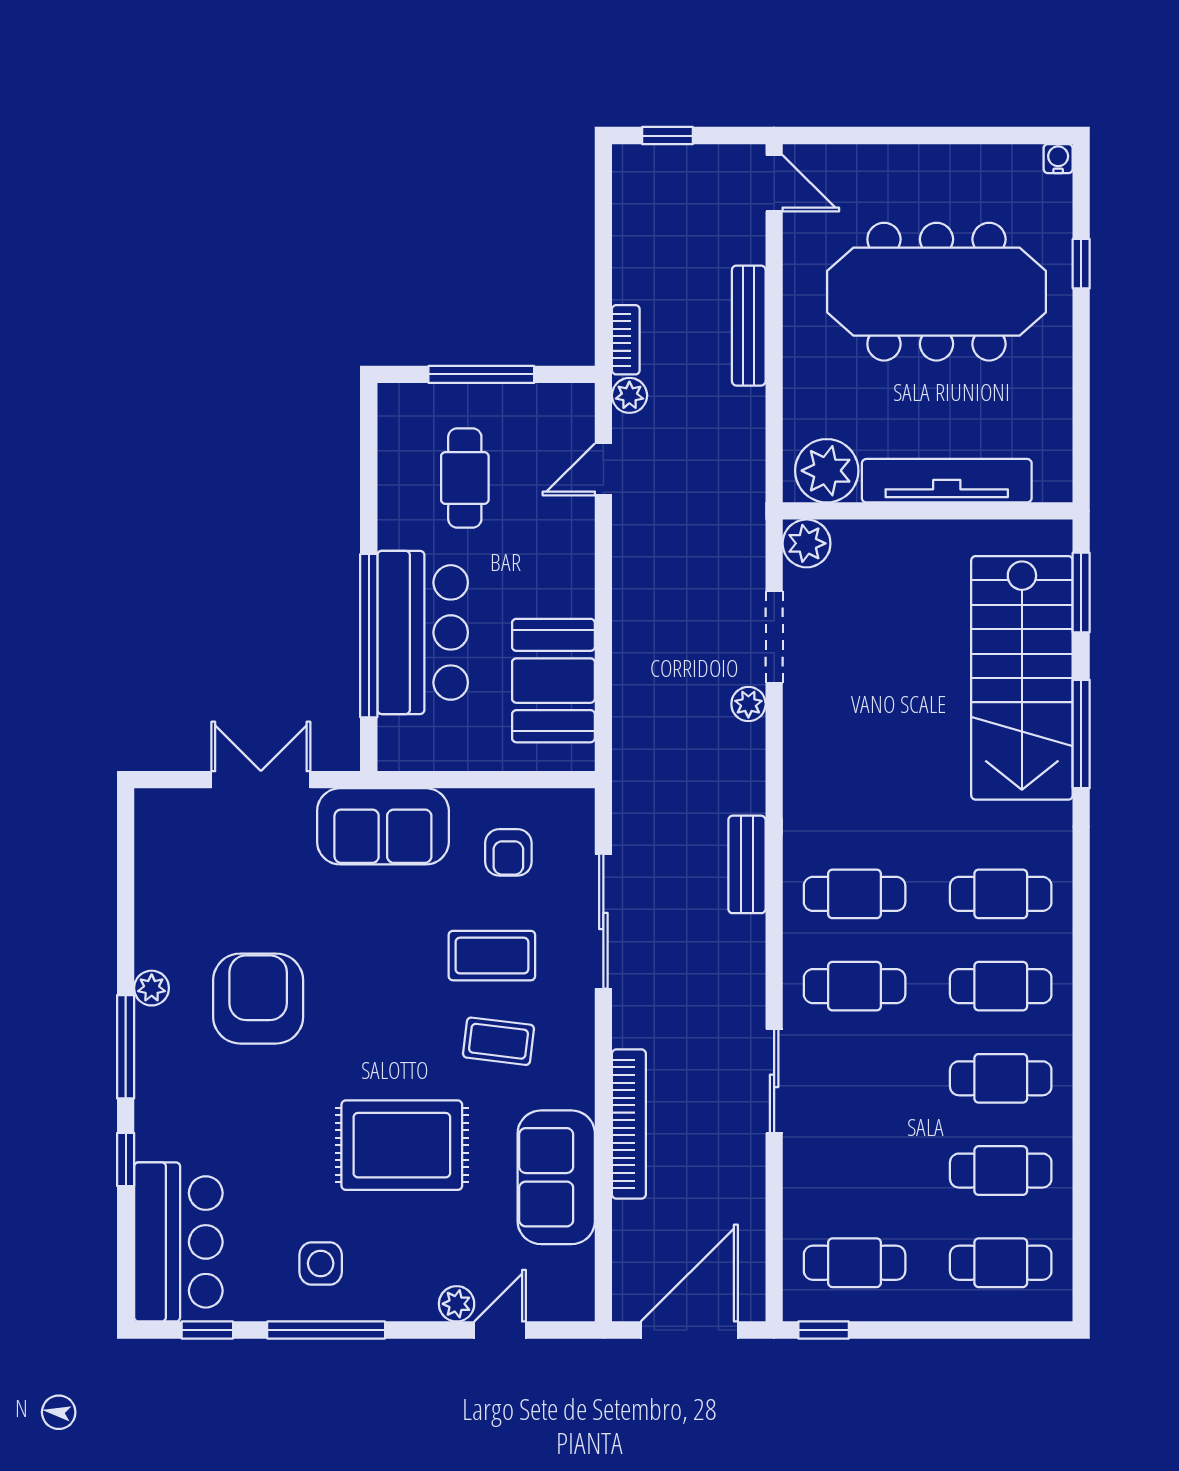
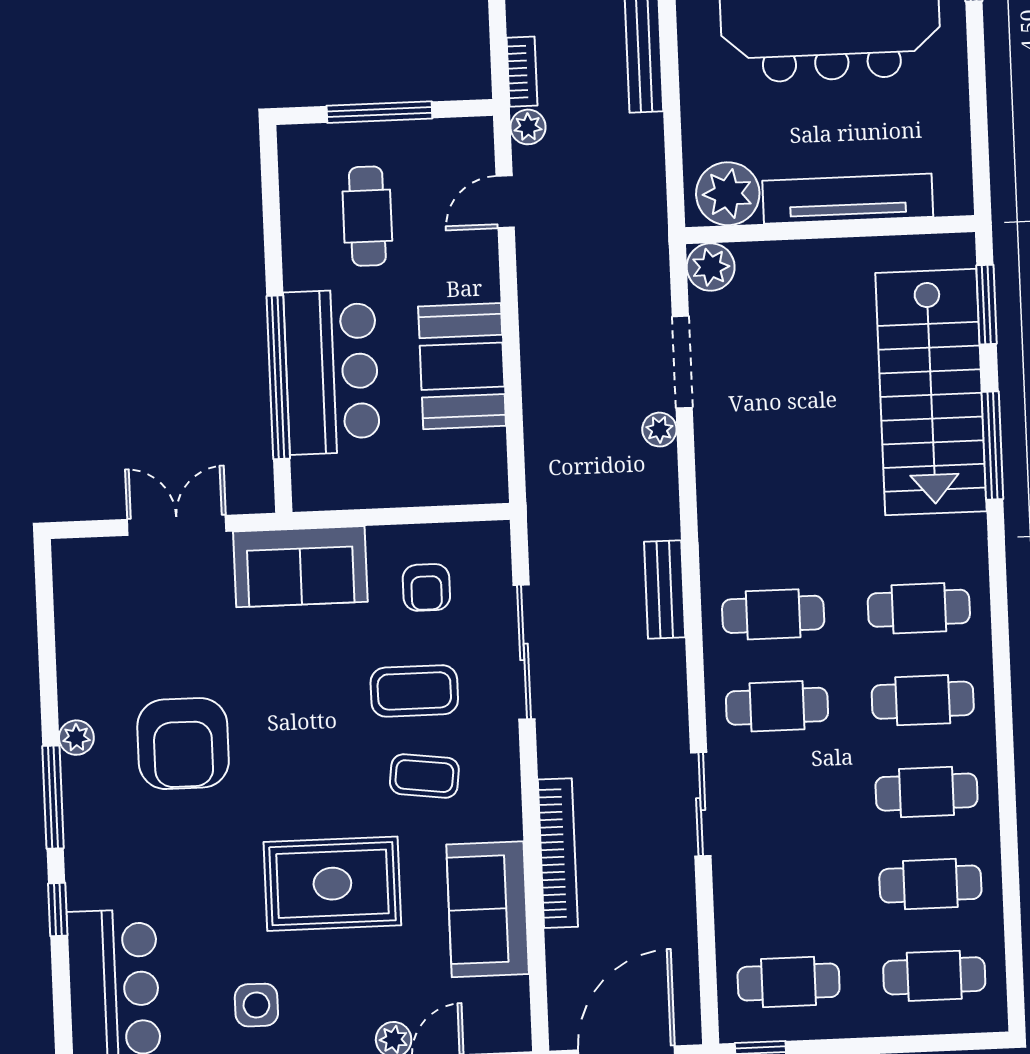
booth: (553, 681) -> (462, 366), moved
armchair: (258, 999) -> (183, 744), turned 180

